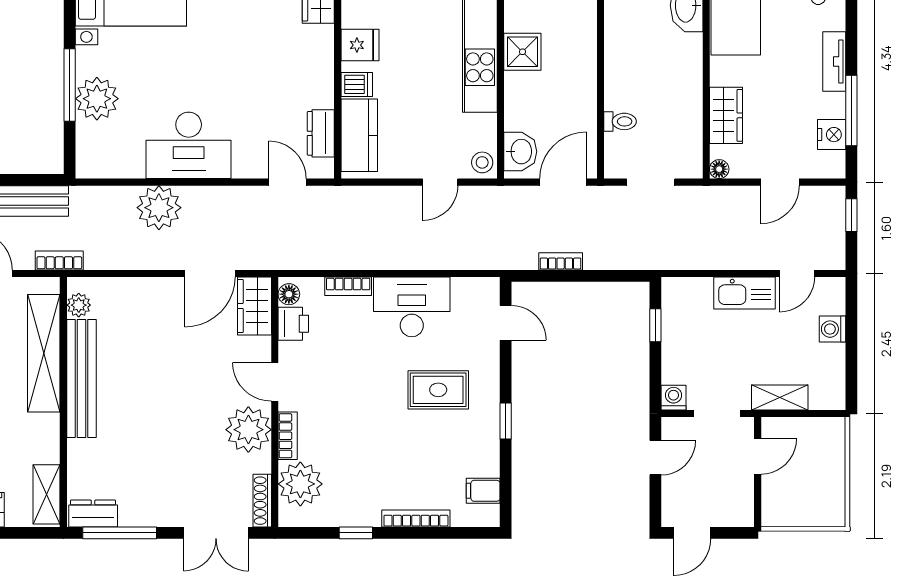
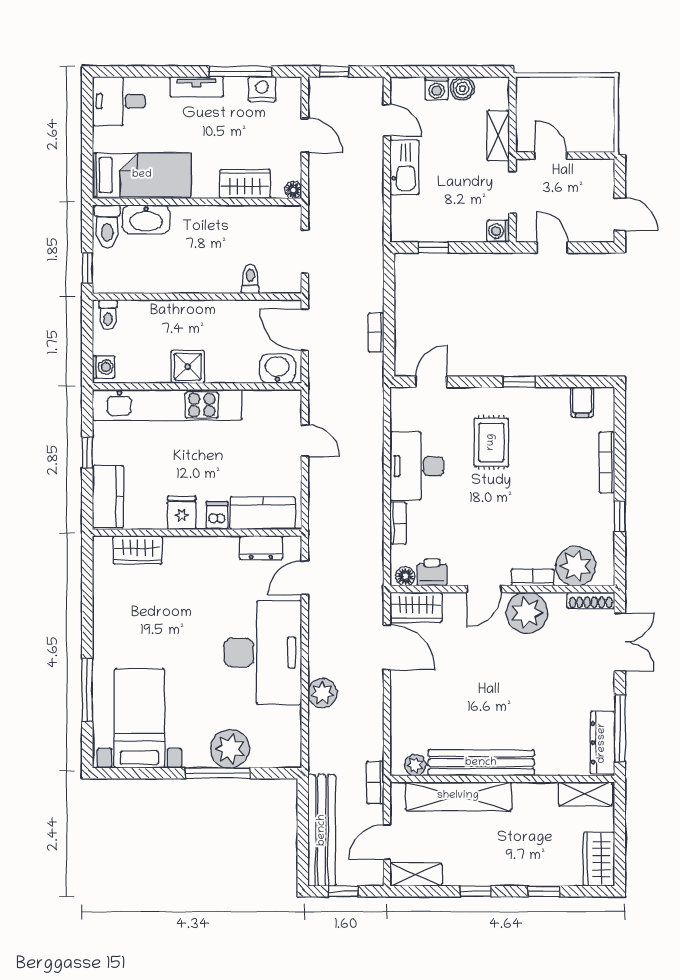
desk: (189, 145) -> (263, 653), width x1.36, depth x1.30
stool: (482, 162) -> (287, 403), removed
plant: (159, 208) -> (322, 693), width x0.73, depth x0.73
boiler: (832, 358) -> (462, 88), added
dresser: (93, 514) -> (602, 743), width x1.44

